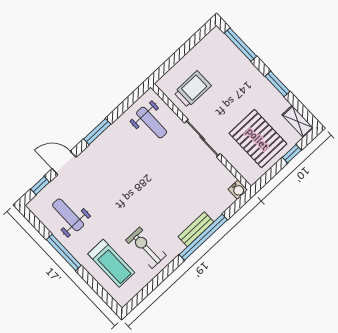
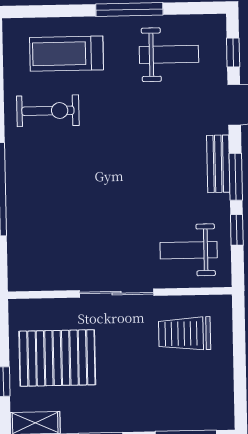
trolley: (193, 89) -> (185, 334), turned 90
window: (122, 109) -> (237, 230), added
water cooler: (238, 190) -> (19, 280), removed
bench: (196, 229) -> (218, 164), moved

